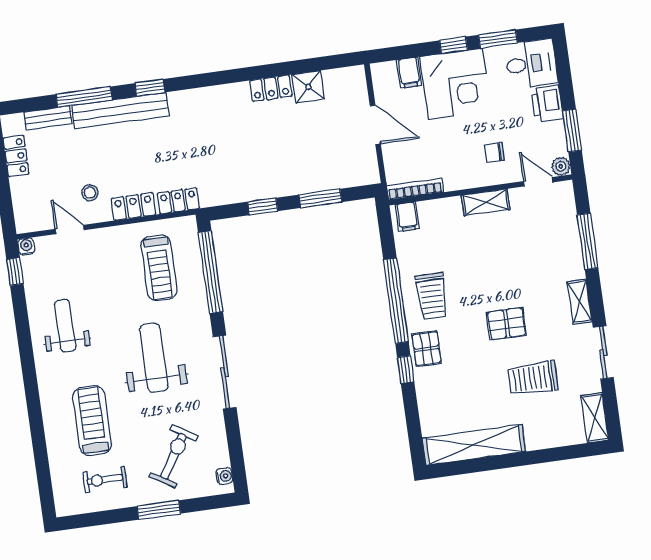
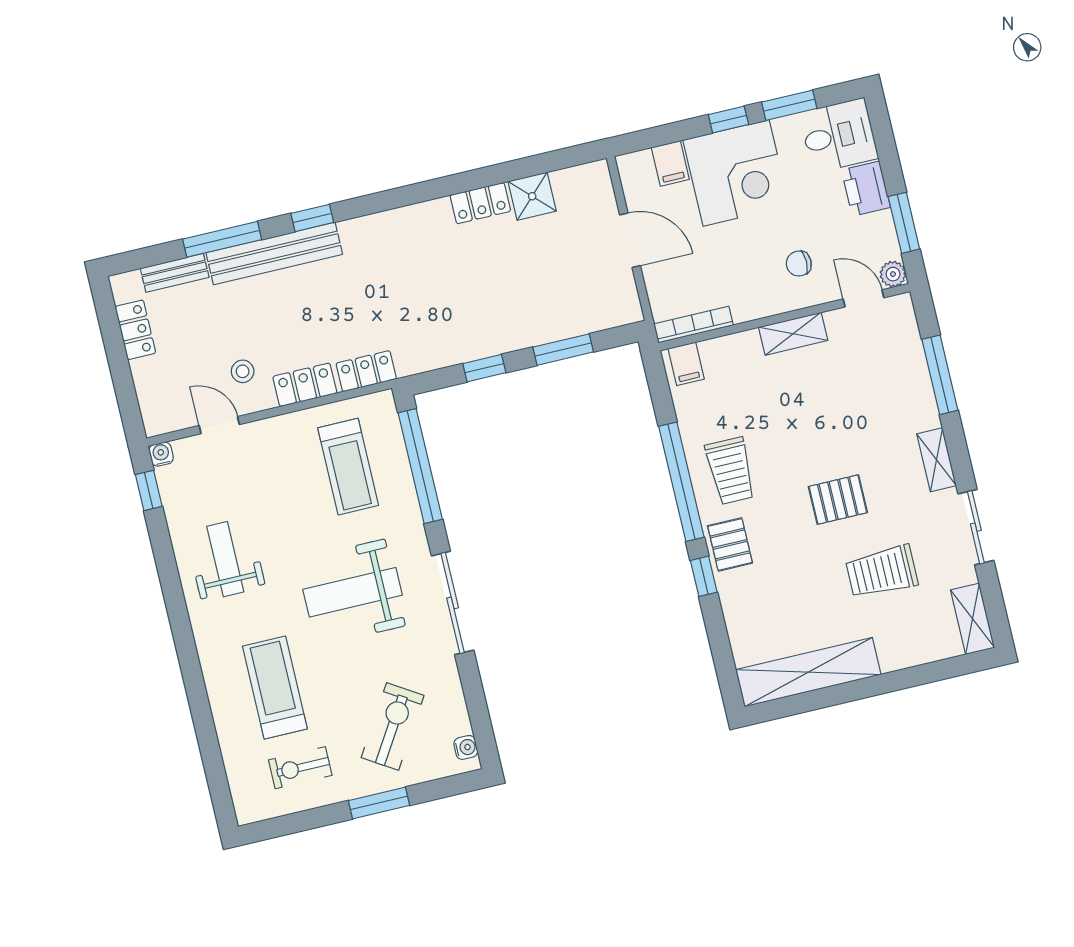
weight bench: (154, 358) -> (353, 592), turned -90

